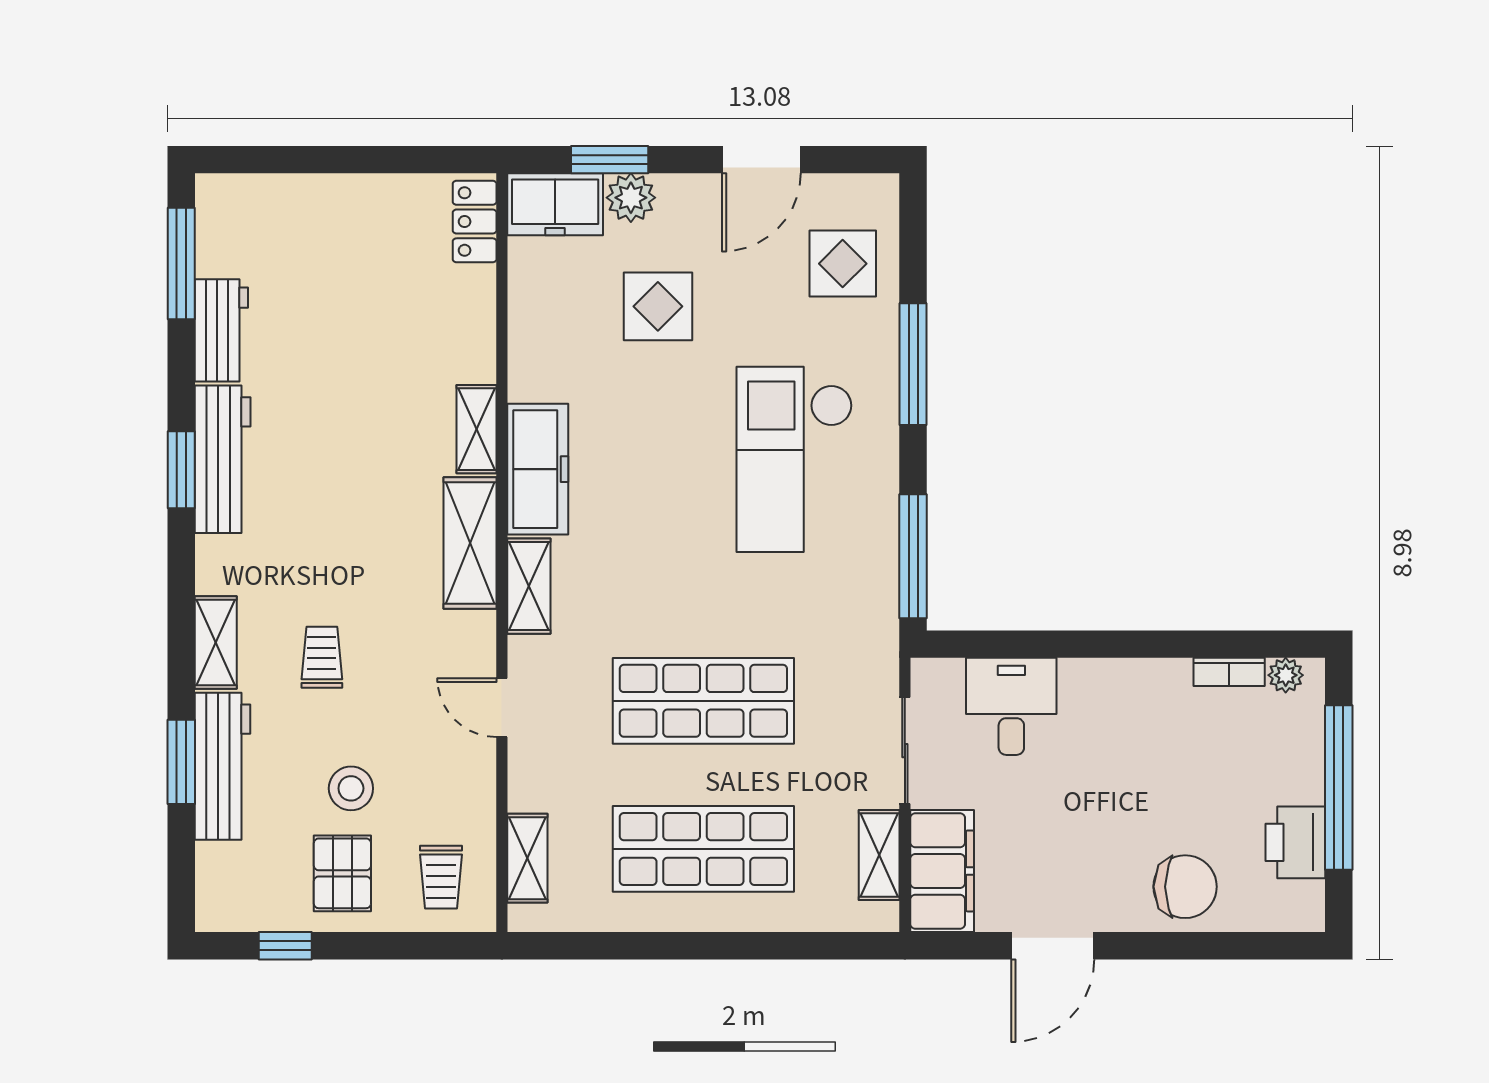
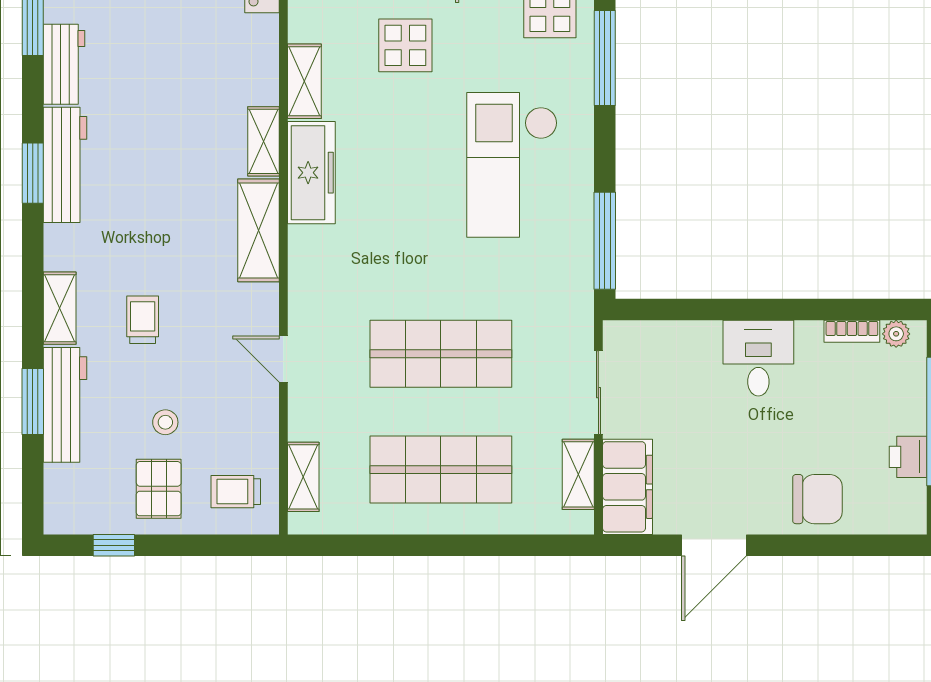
window: (913, 364) -> (605, 58), moved
shelving: (529, 586) -> (304, 81), moved
desk: (1011, 706) -> (758, 358), moved
stool: (351, 788) -> (165, 422), width x0.73, depth x0.73
printer: (1295, 842) -> (908, 457), width x0.73, depth x0.81
trolley: (441, 877) -> (236, 492), turned 90

